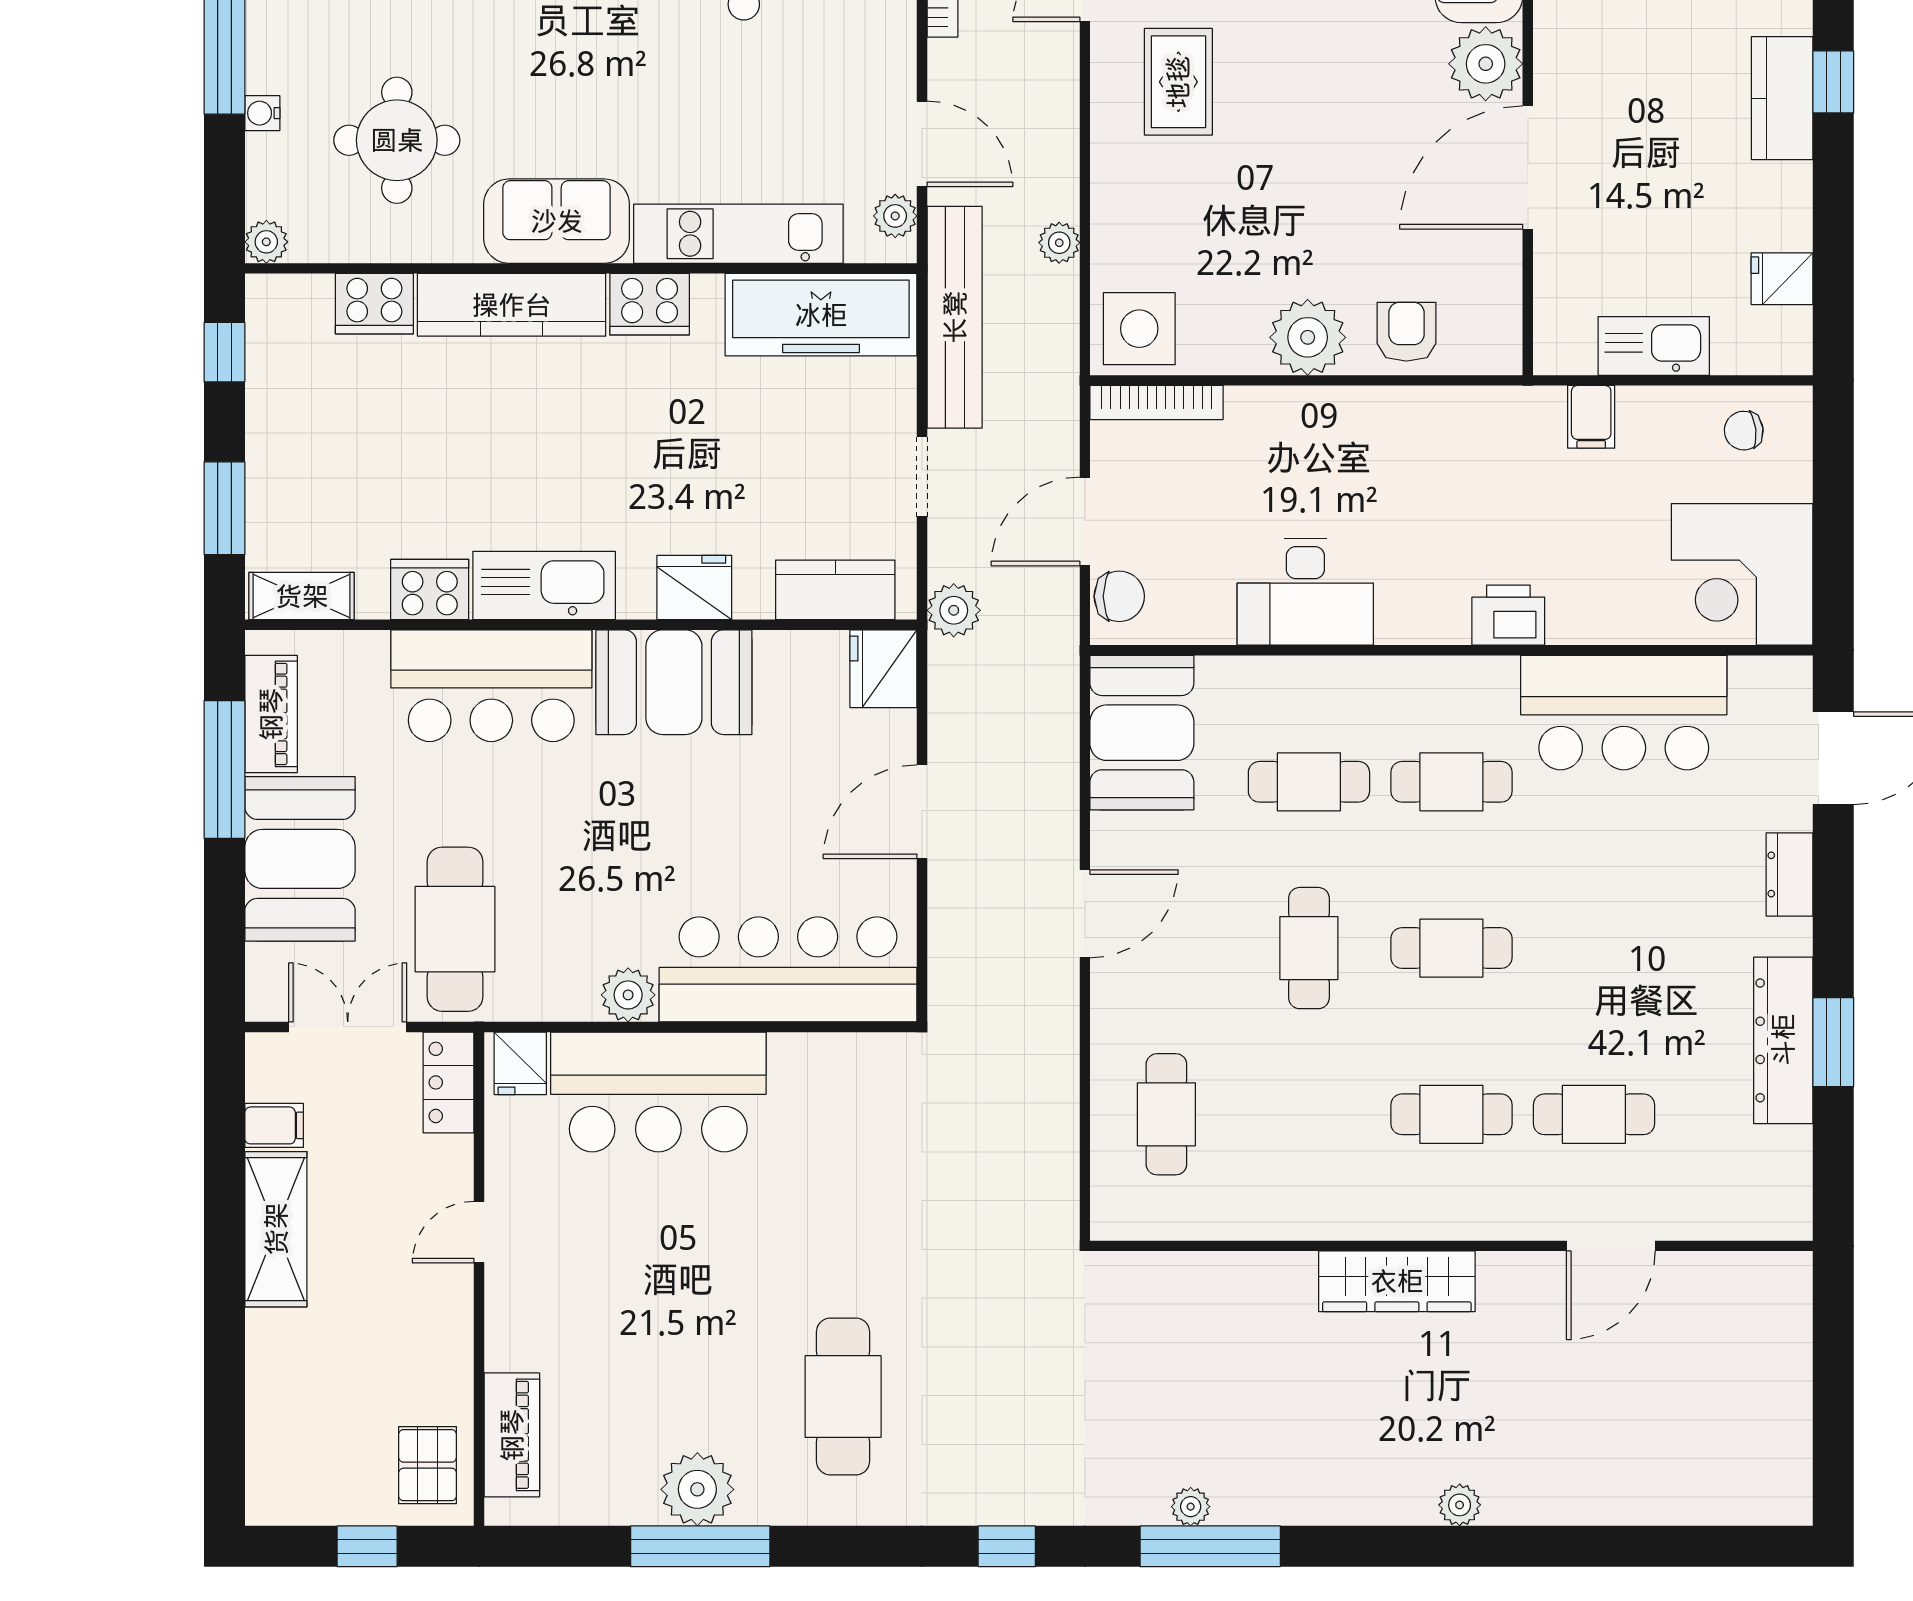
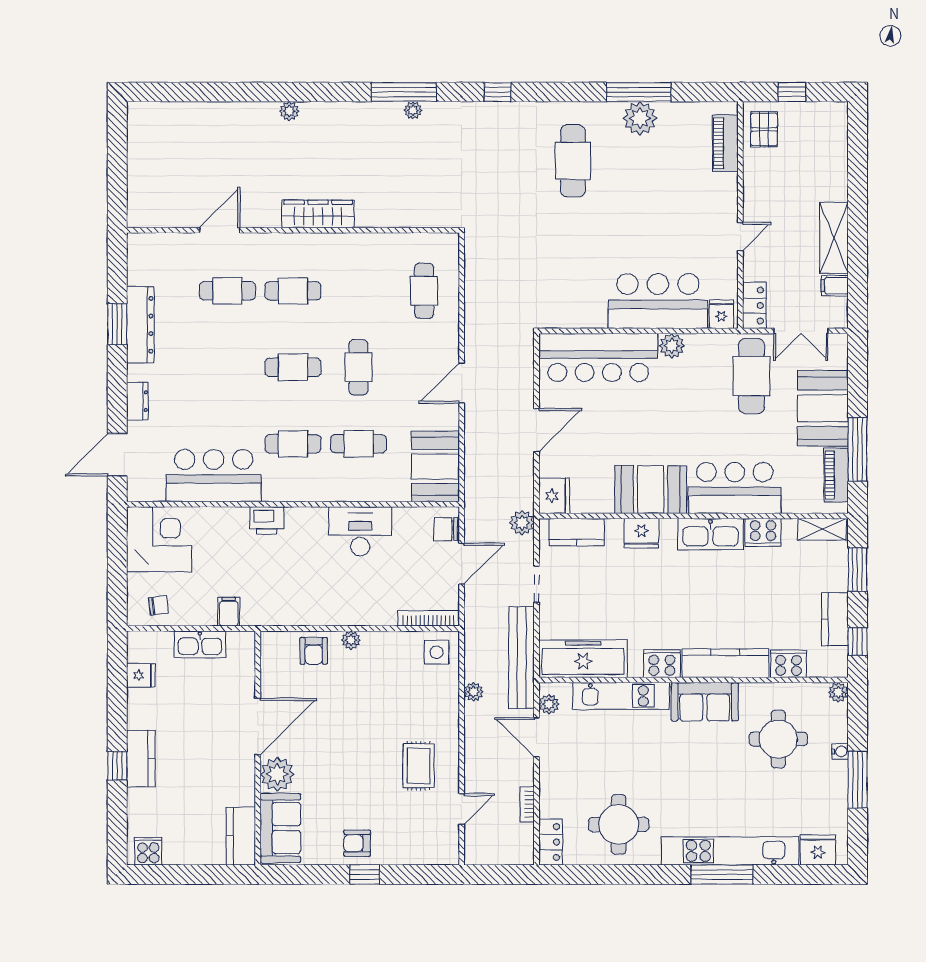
side table: (1139, 329) -> (437, 652), width x0.73, depth x0.73
plant: (1308, 337) -> (351, 640), width x0.53, depth x0.53
kitchen counter: (274, 401) -> (835, 619), added

